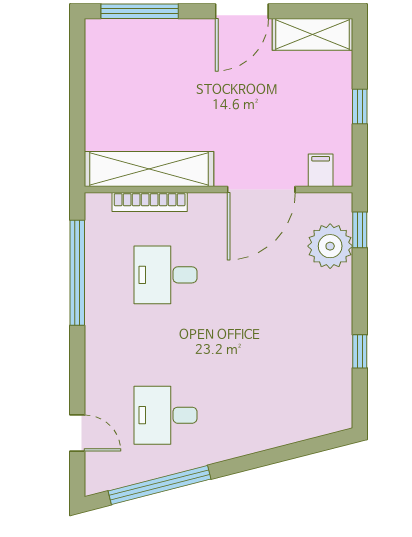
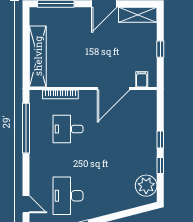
shelving: (149, 169) -> (38, 56), moved, turned 90
window: (360, 230) -> (160, 140), moved
plant: (330, 246) -> (146, 186), moved
desk: (165, 415) -> (68, 196), width x1.37

